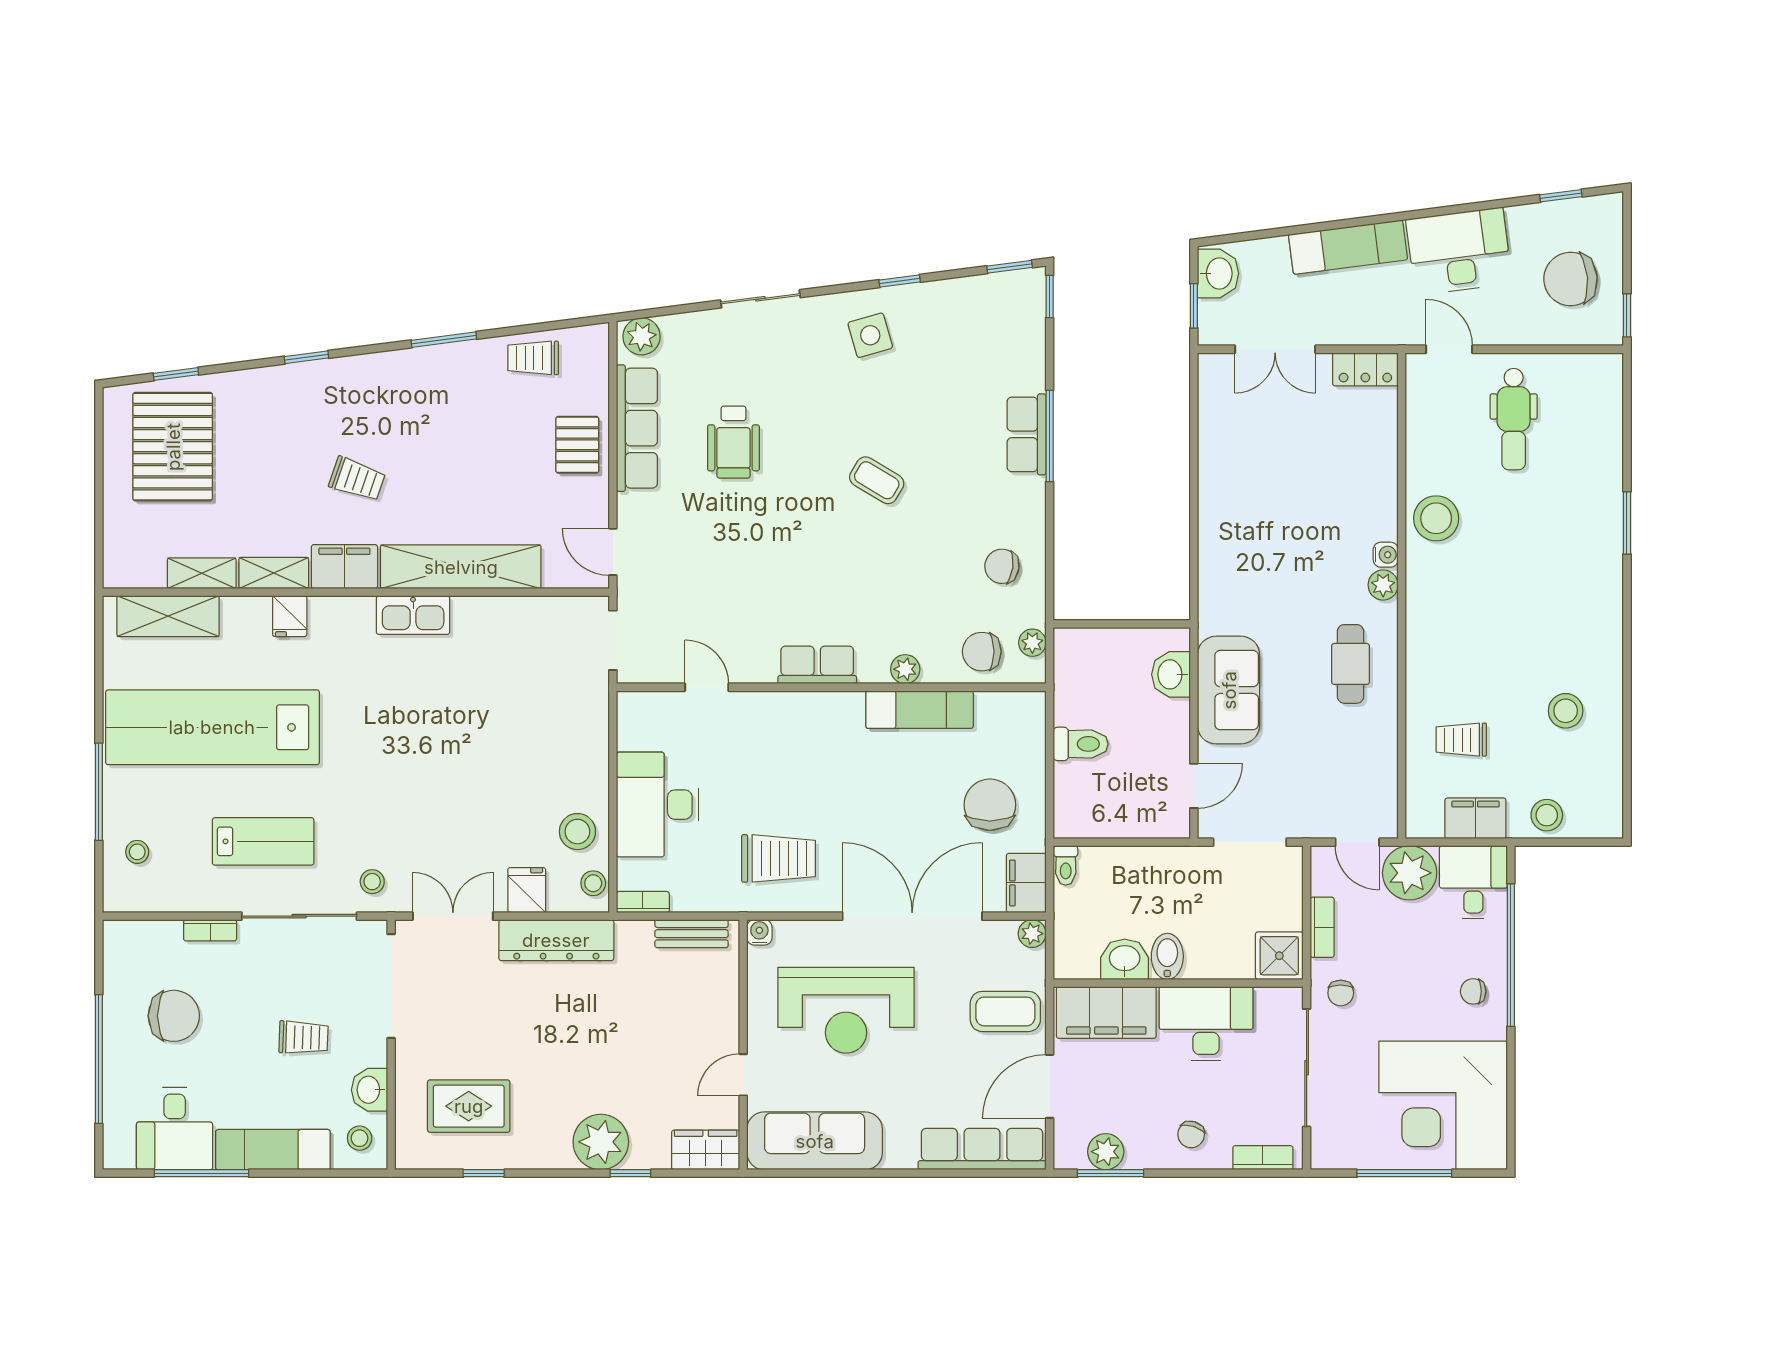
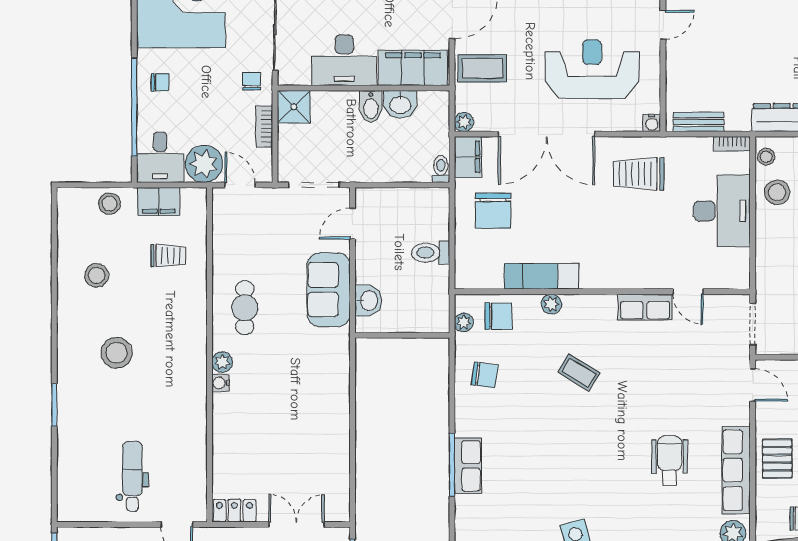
coffee table: (877, 480) -> (579, 373), moved
stool: (1436, 518) -> (117, 353), moved
row of seats: (817, 665) -> (645, 307), moved

